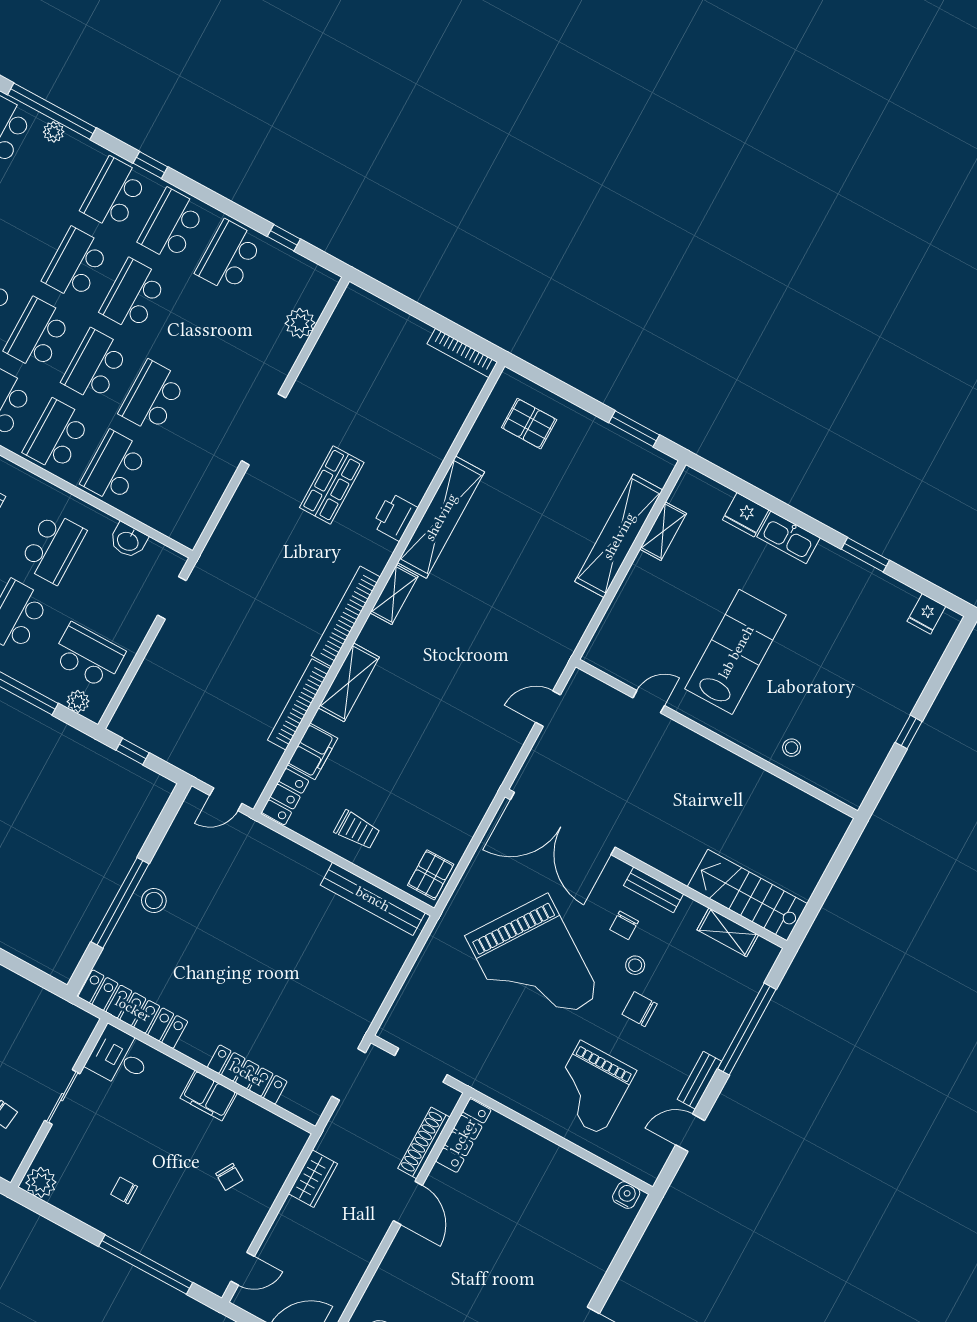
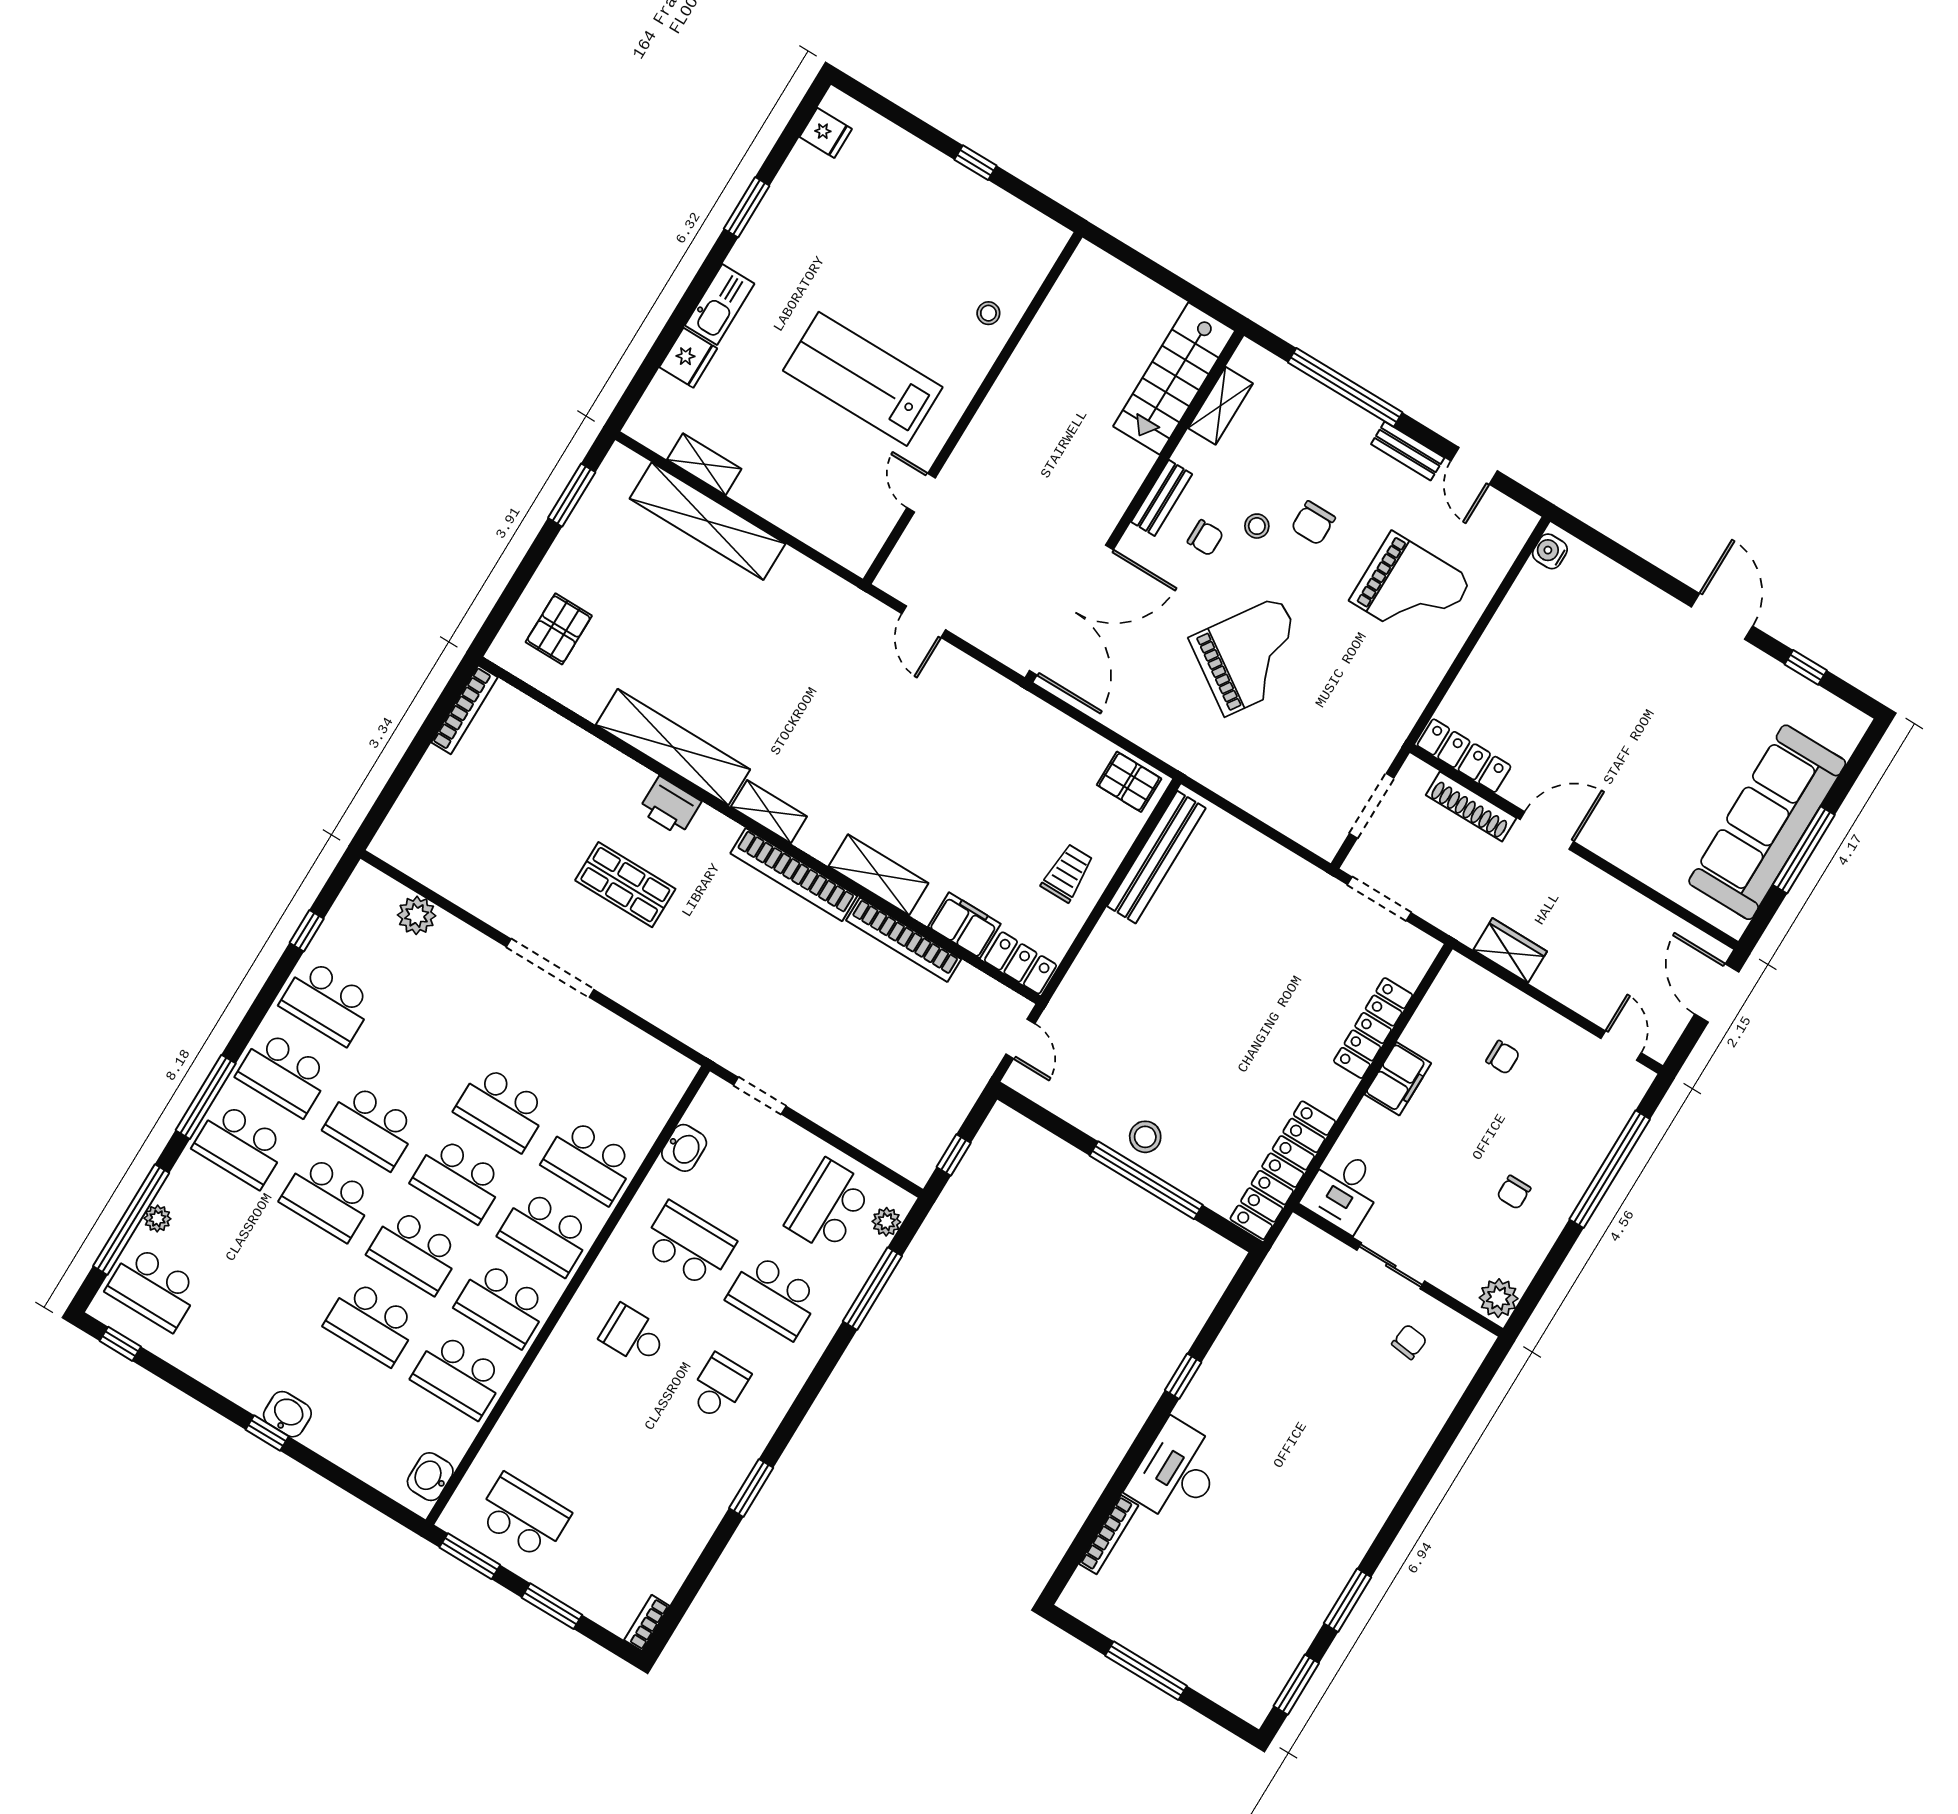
window: (150, 165) -> (206, 1097), width x2.17
grand piano: (533, 966) -> (1252, 656), width x0.73, depth x0.68
chair: (229, 1177) -> (1503, 1057), turned 59

